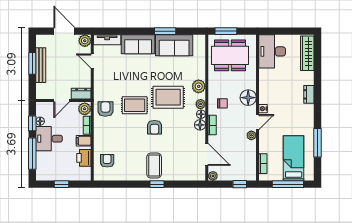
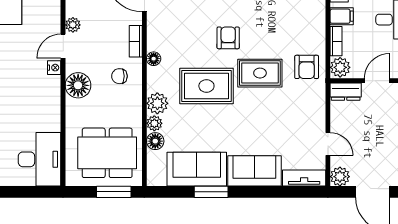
plant: (201, 104) -> (154, 123), moved
floor lamp: (200, 125) -> (155, 141), moved

